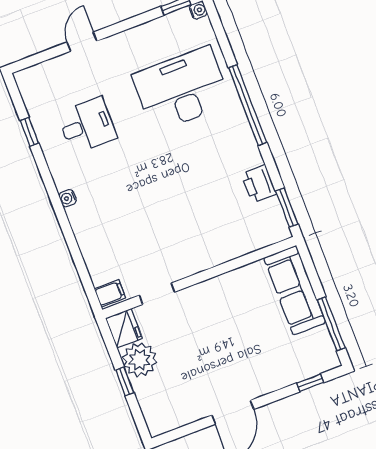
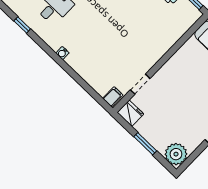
plant: (140, 360) -> (176, 154), moved
window: (125, 381) -> (145, 144), width x1.50

